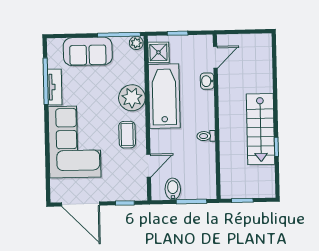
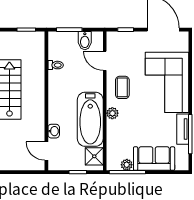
plant: (136, 43) -> (127, 165), moved
door: (215, 57) -> (46, 151), hinge flipped
plant: (132, 98) -> (112, 113), width x0.53, depth x0.53
toilet: (206, 136) -> (56, 65), moved
door: (149, 166) -> (105, 61), hinge flipped

